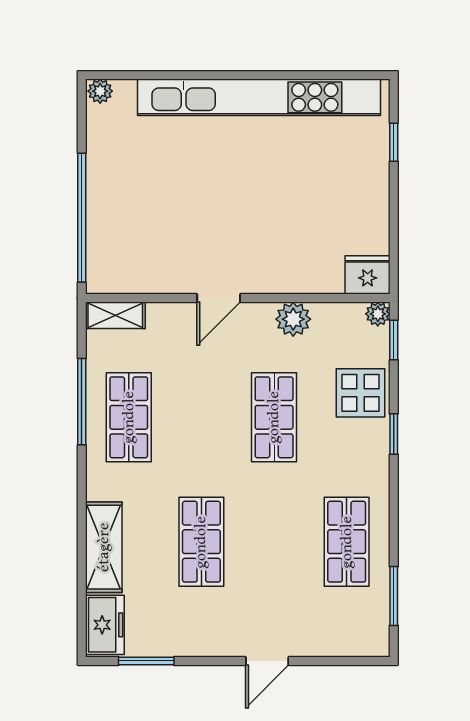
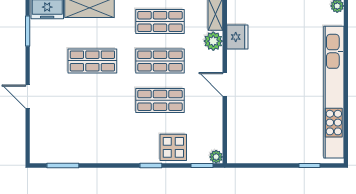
fridge: (368, 275) -> (237, 37), moved
door: (219, 298) -> (225, 84), moved
plant: (293, 319) -> (213, 41), moved
shop shelf: (347, 542) -> (160, 61), moved

